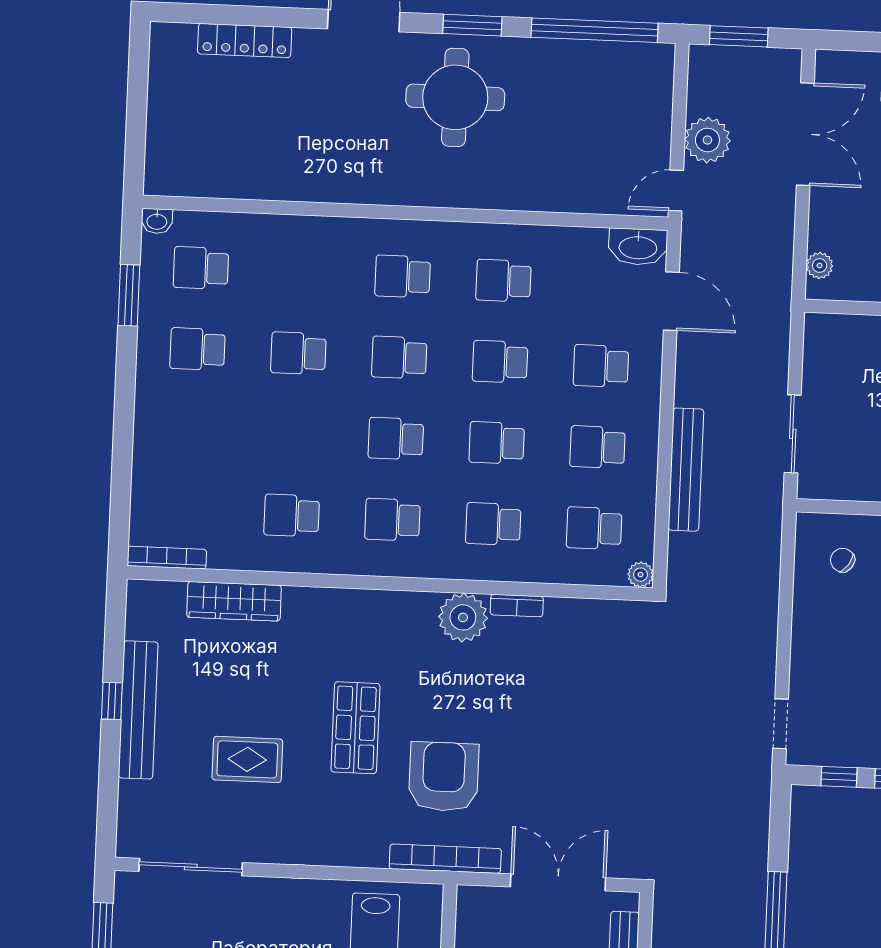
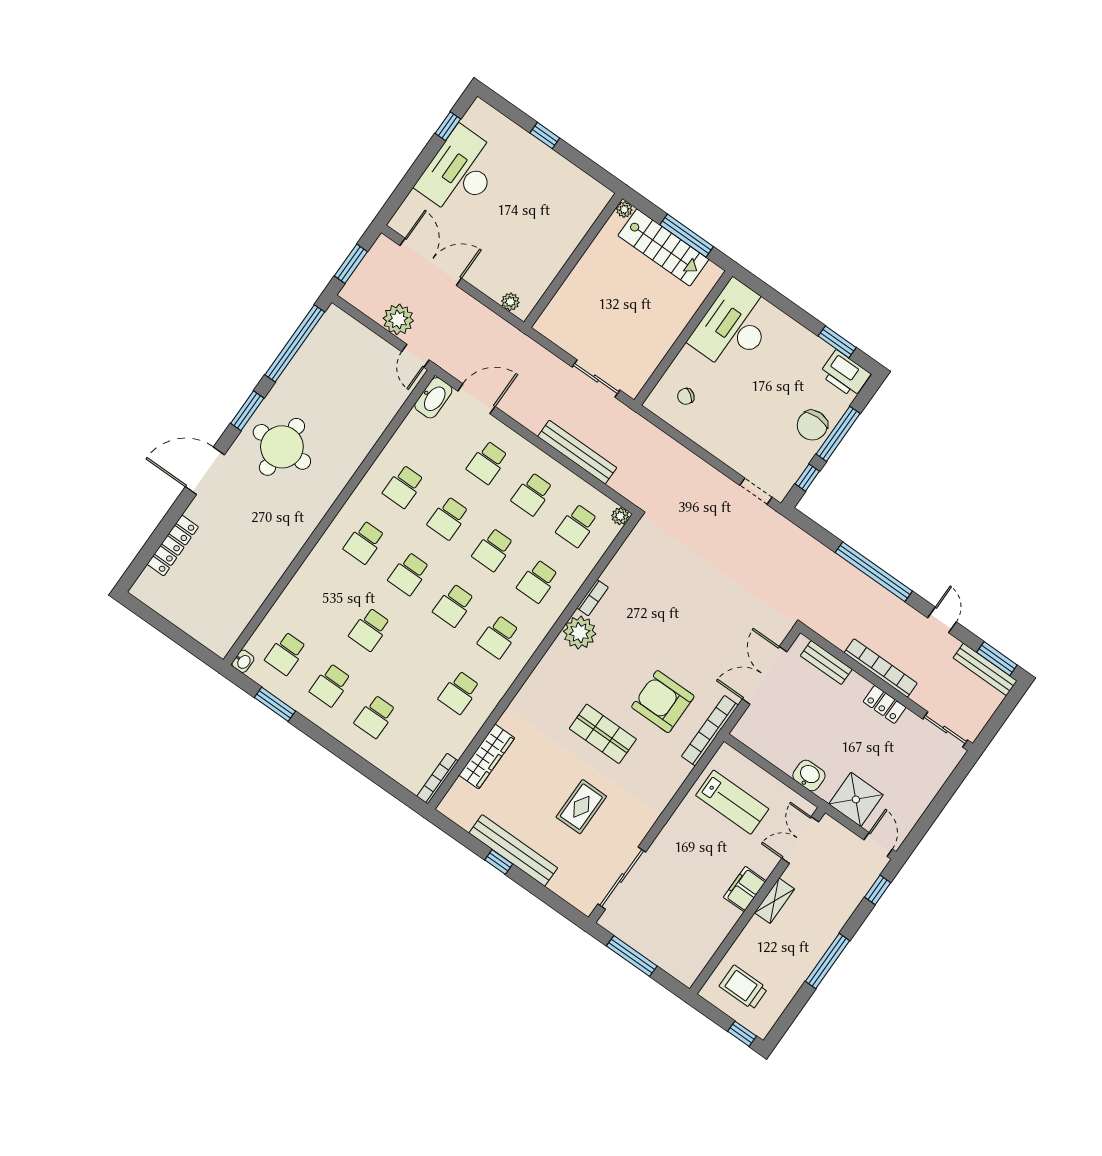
school desk: (194, 430) -> (375, 717), added

